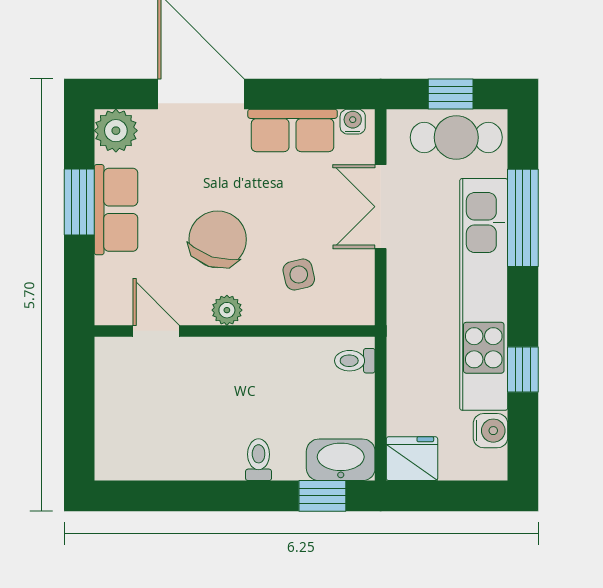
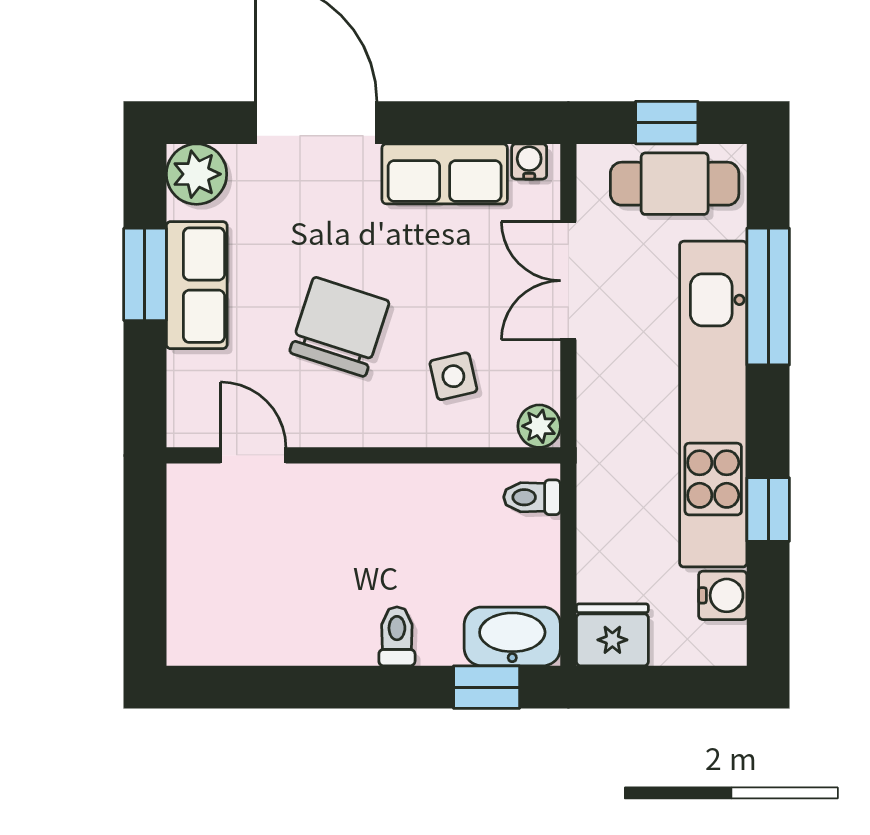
plant: (227, 310) -> (539, 426), moved

